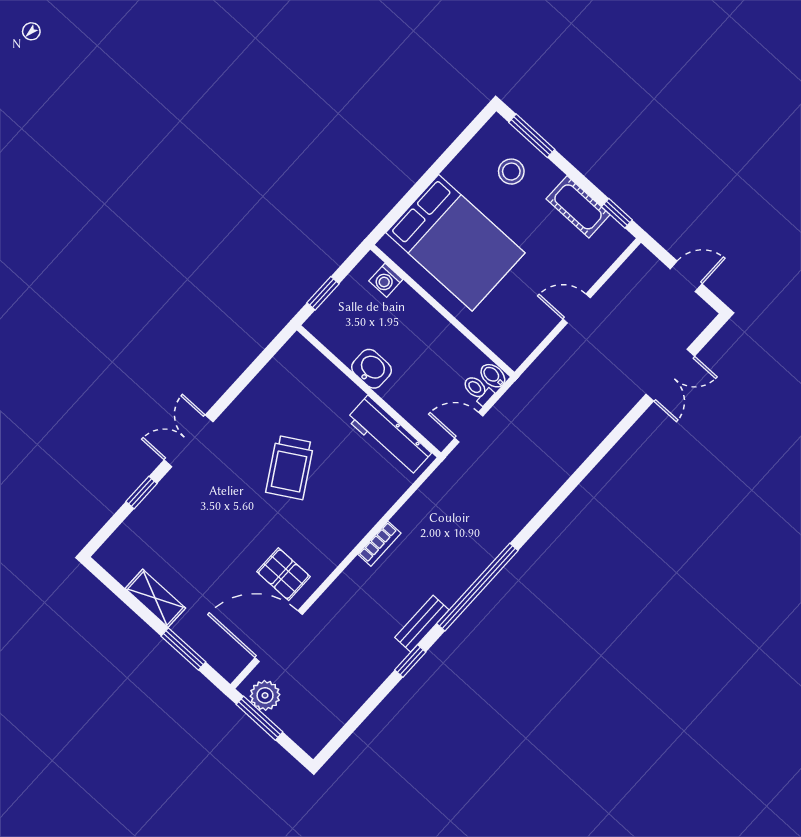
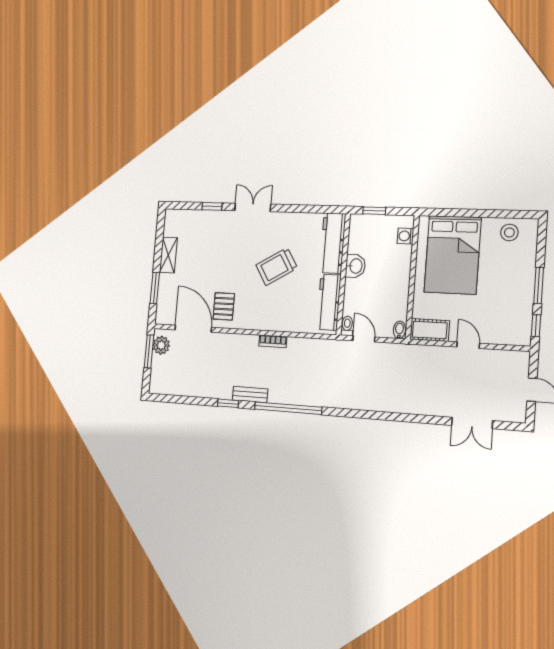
window: (532, 136) -> (539, 286), moved
stool: (511, 172) -> (509, 232), moved
cot: (578, 207) -> (430, 330), moved, turned 90
workbench: (320, 375) -> (333, 243), added
toilet: (478, 390) -> (347, 326), moved

